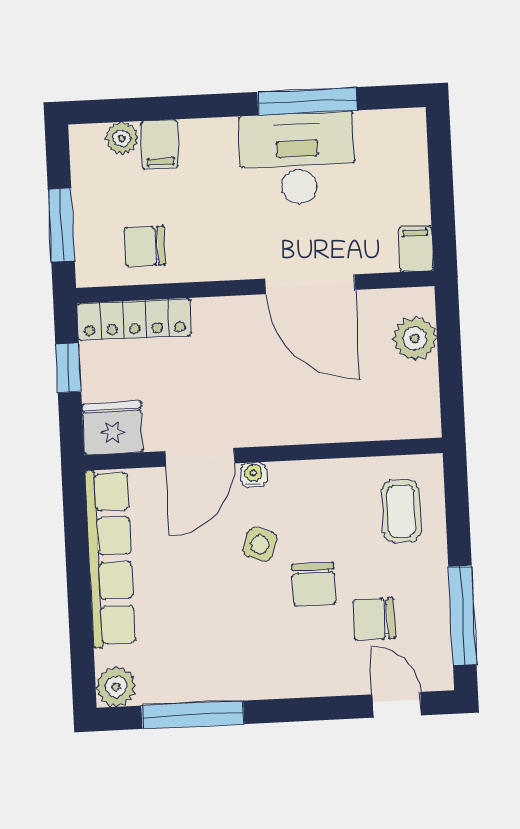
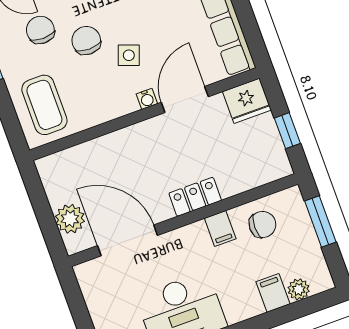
filing cabinet: (416, 249) -> (220, 228), moved
door: (310, 284) -> (127, 240), moved
locker: (134, 319) -> (195, 197), moved, width x0.66
coffee table: (401, 511) -> (44, 105), width x1.36, depth x1.30
chair: (374, 619) -> (40, 30), turned -90

